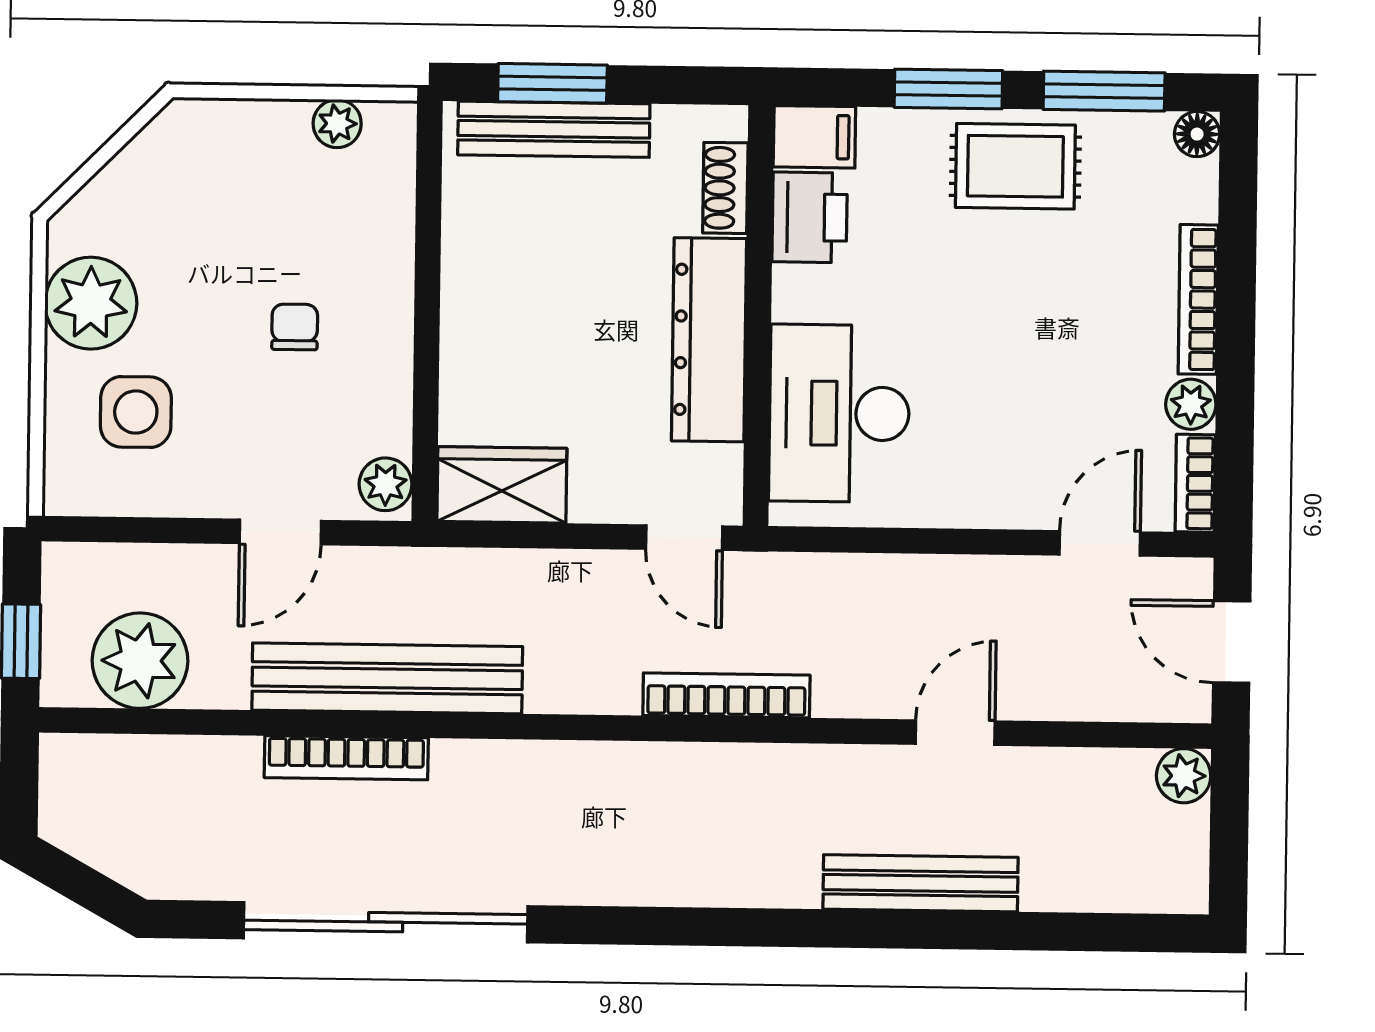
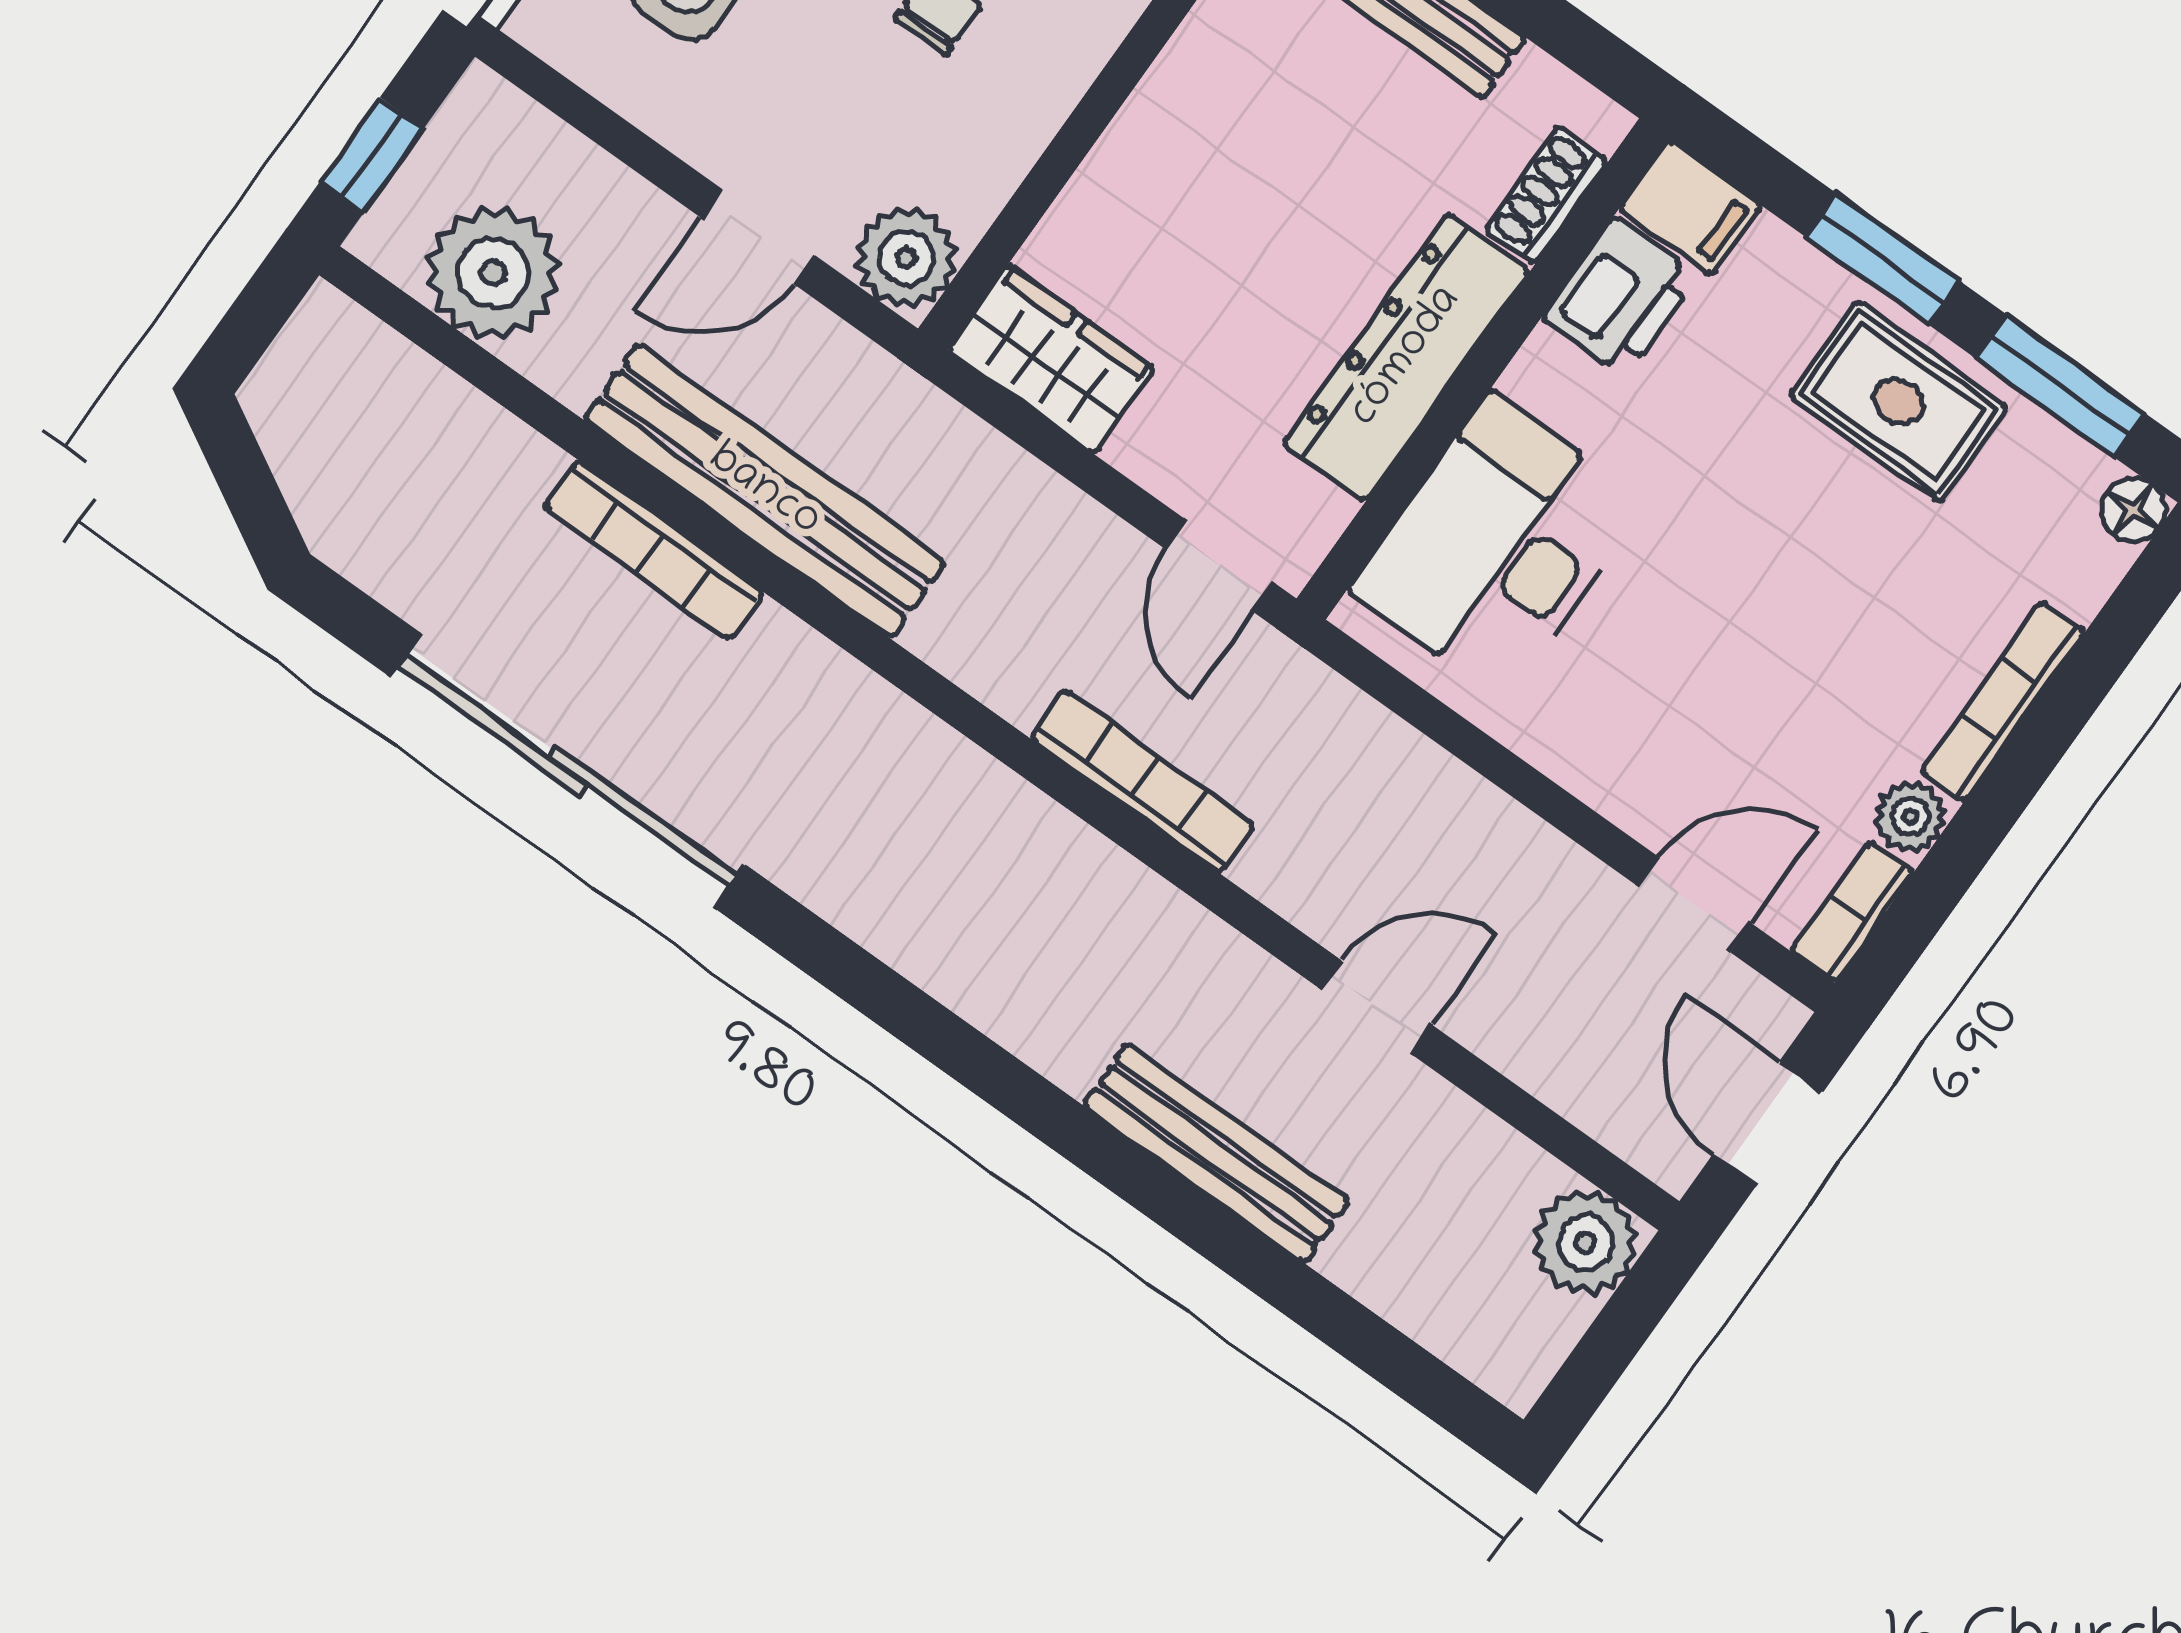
plant: (385, 484) -> (906, 258), width x1.38, depth x1.38
plant: (1184, 776) -> (1585, 1243), width x1.38, depth x1.38

